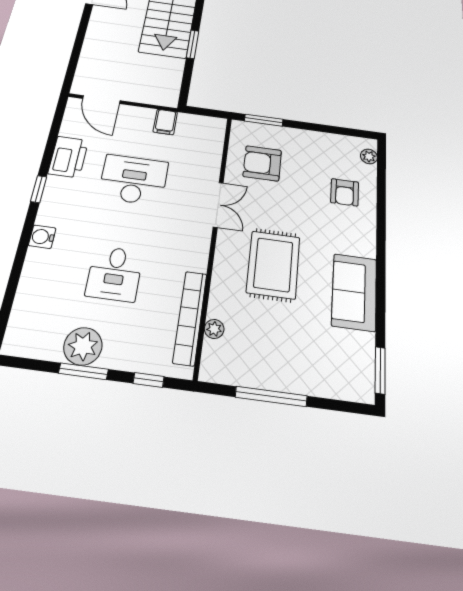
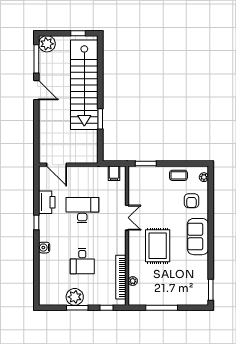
filing cabinet: (165, 122) -> (114, 173), moved
coffee table: (322, 147) -> (178, 175), added
armchair: (262, 163) -> (147, 190), removed
sofa: (354, 292) -> (198, 237), moved

